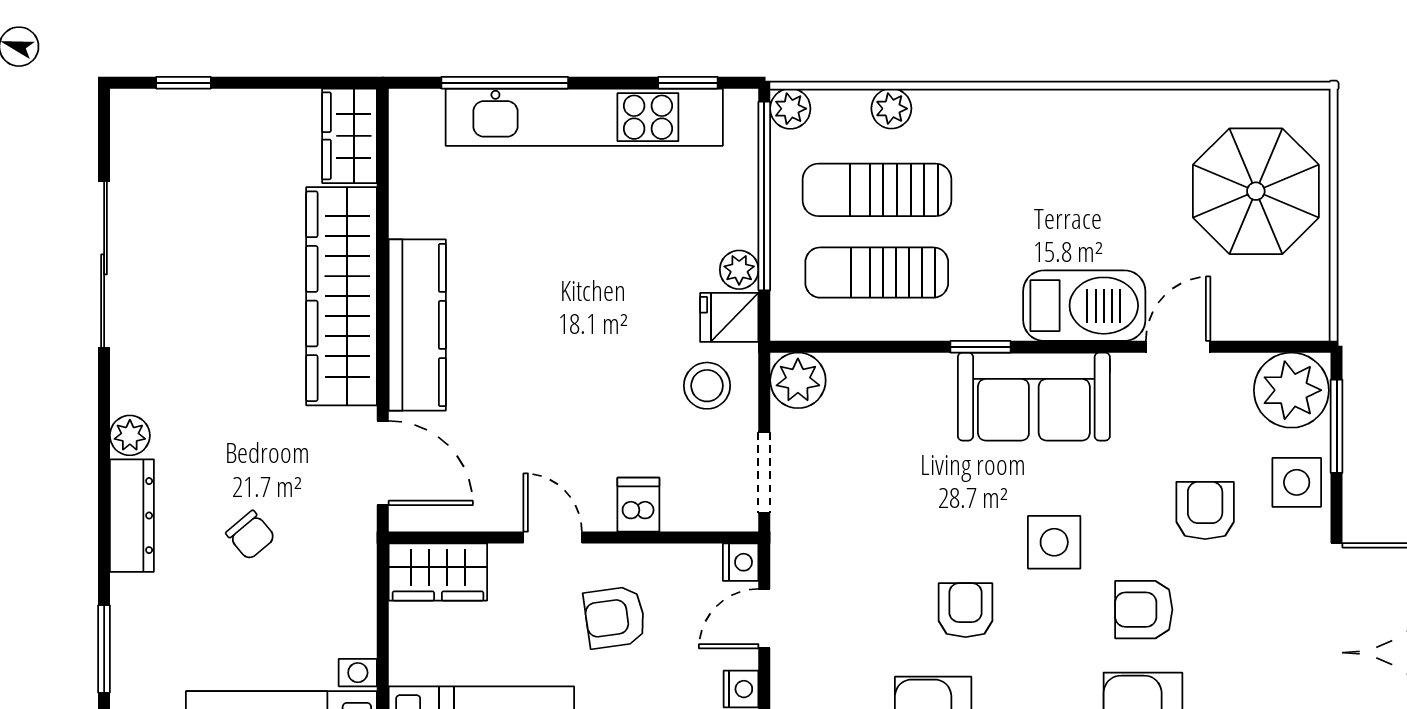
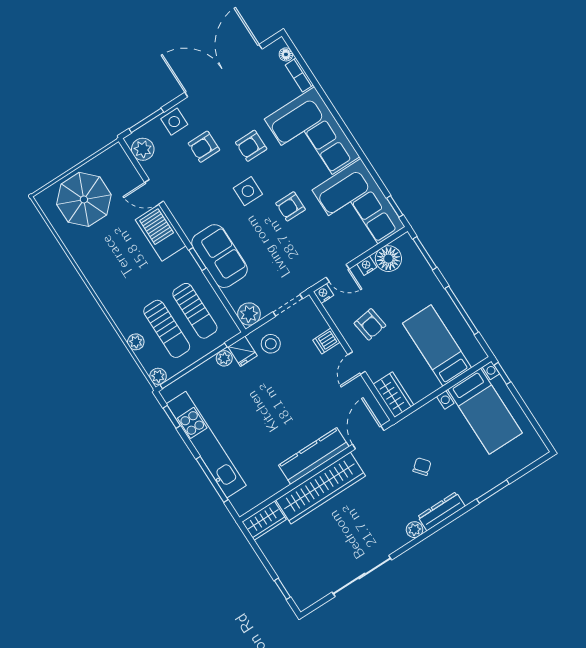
plant: (1291, 390) -> (143, 149), width x0.73, depth x0.73
sofa: (1034, 397) -> (219, 256), moved
armchair: (1144, 610) -> (251, 146), turned 90

